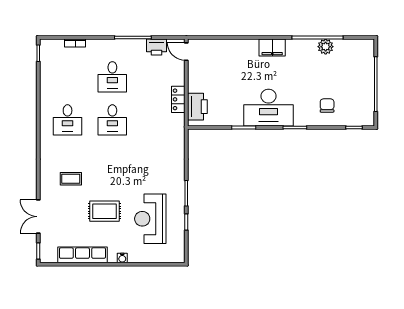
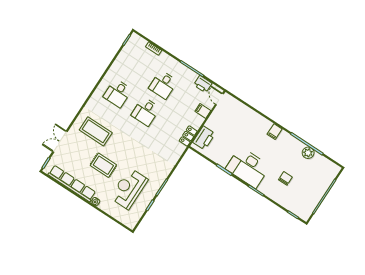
filing cabinet: (272, 48) -> (275, 132), width x0.50
filing cabinet: (176, 77) -> (203, 111), added
locker: (178, 99) -> (188, 136), moved
chair: (327, 105) -> (285, 178), moved
coffee table: (71, 179) -> (96, 131), width x1.86, depth x1.72
row of seats: (82, 255) -> (72, 183), width x1.36

